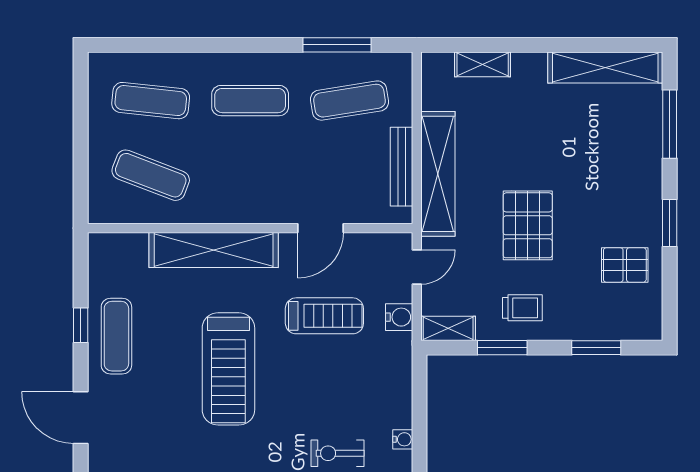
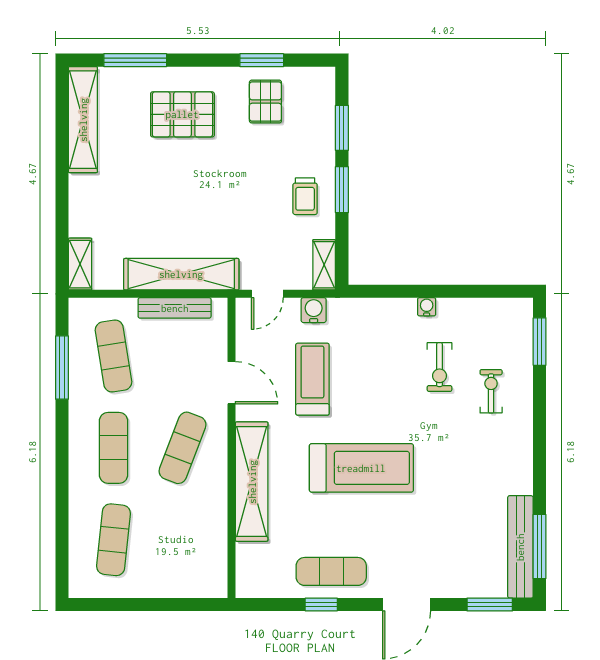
shelving: (483, 64) -> (80, 264), moved
exercise mat: (151, 175) -> (182, 448), moved
window: (670, 223) -> (262, 60), moved
pallet: (528, 225) -> (182, 114), moved
door: (417, 267) -> (267, 294), swing flipped
trolley: (522, 308) -> (305, 196), turned 180
window: (502, 348) -> (342, 190), moved

